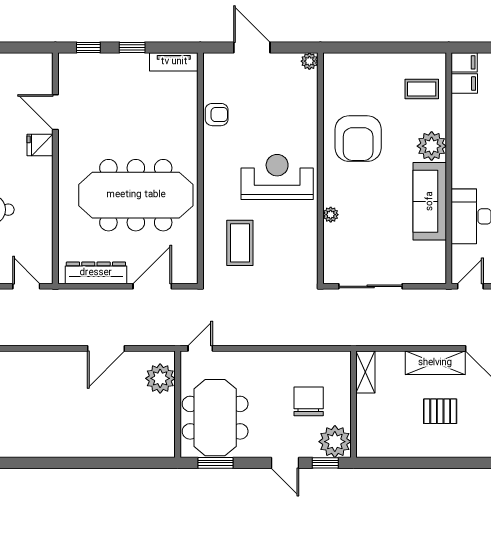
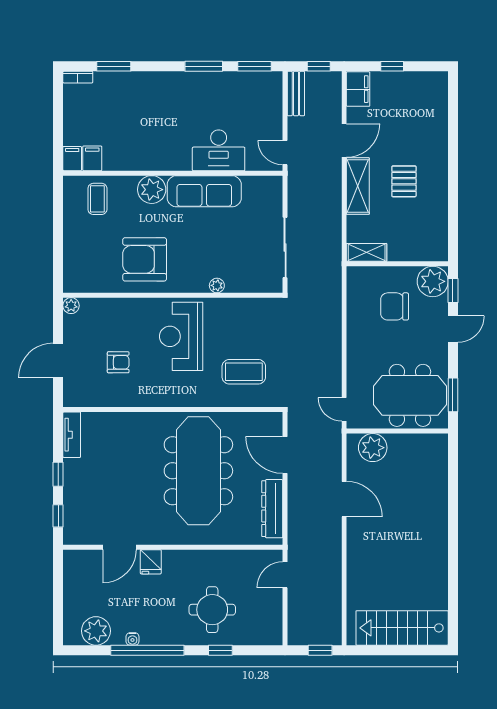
armchair: (217, 115) -> (118, 362), moved, turned 90
armchair: (358, 139) -> (145, 259), turned 180

